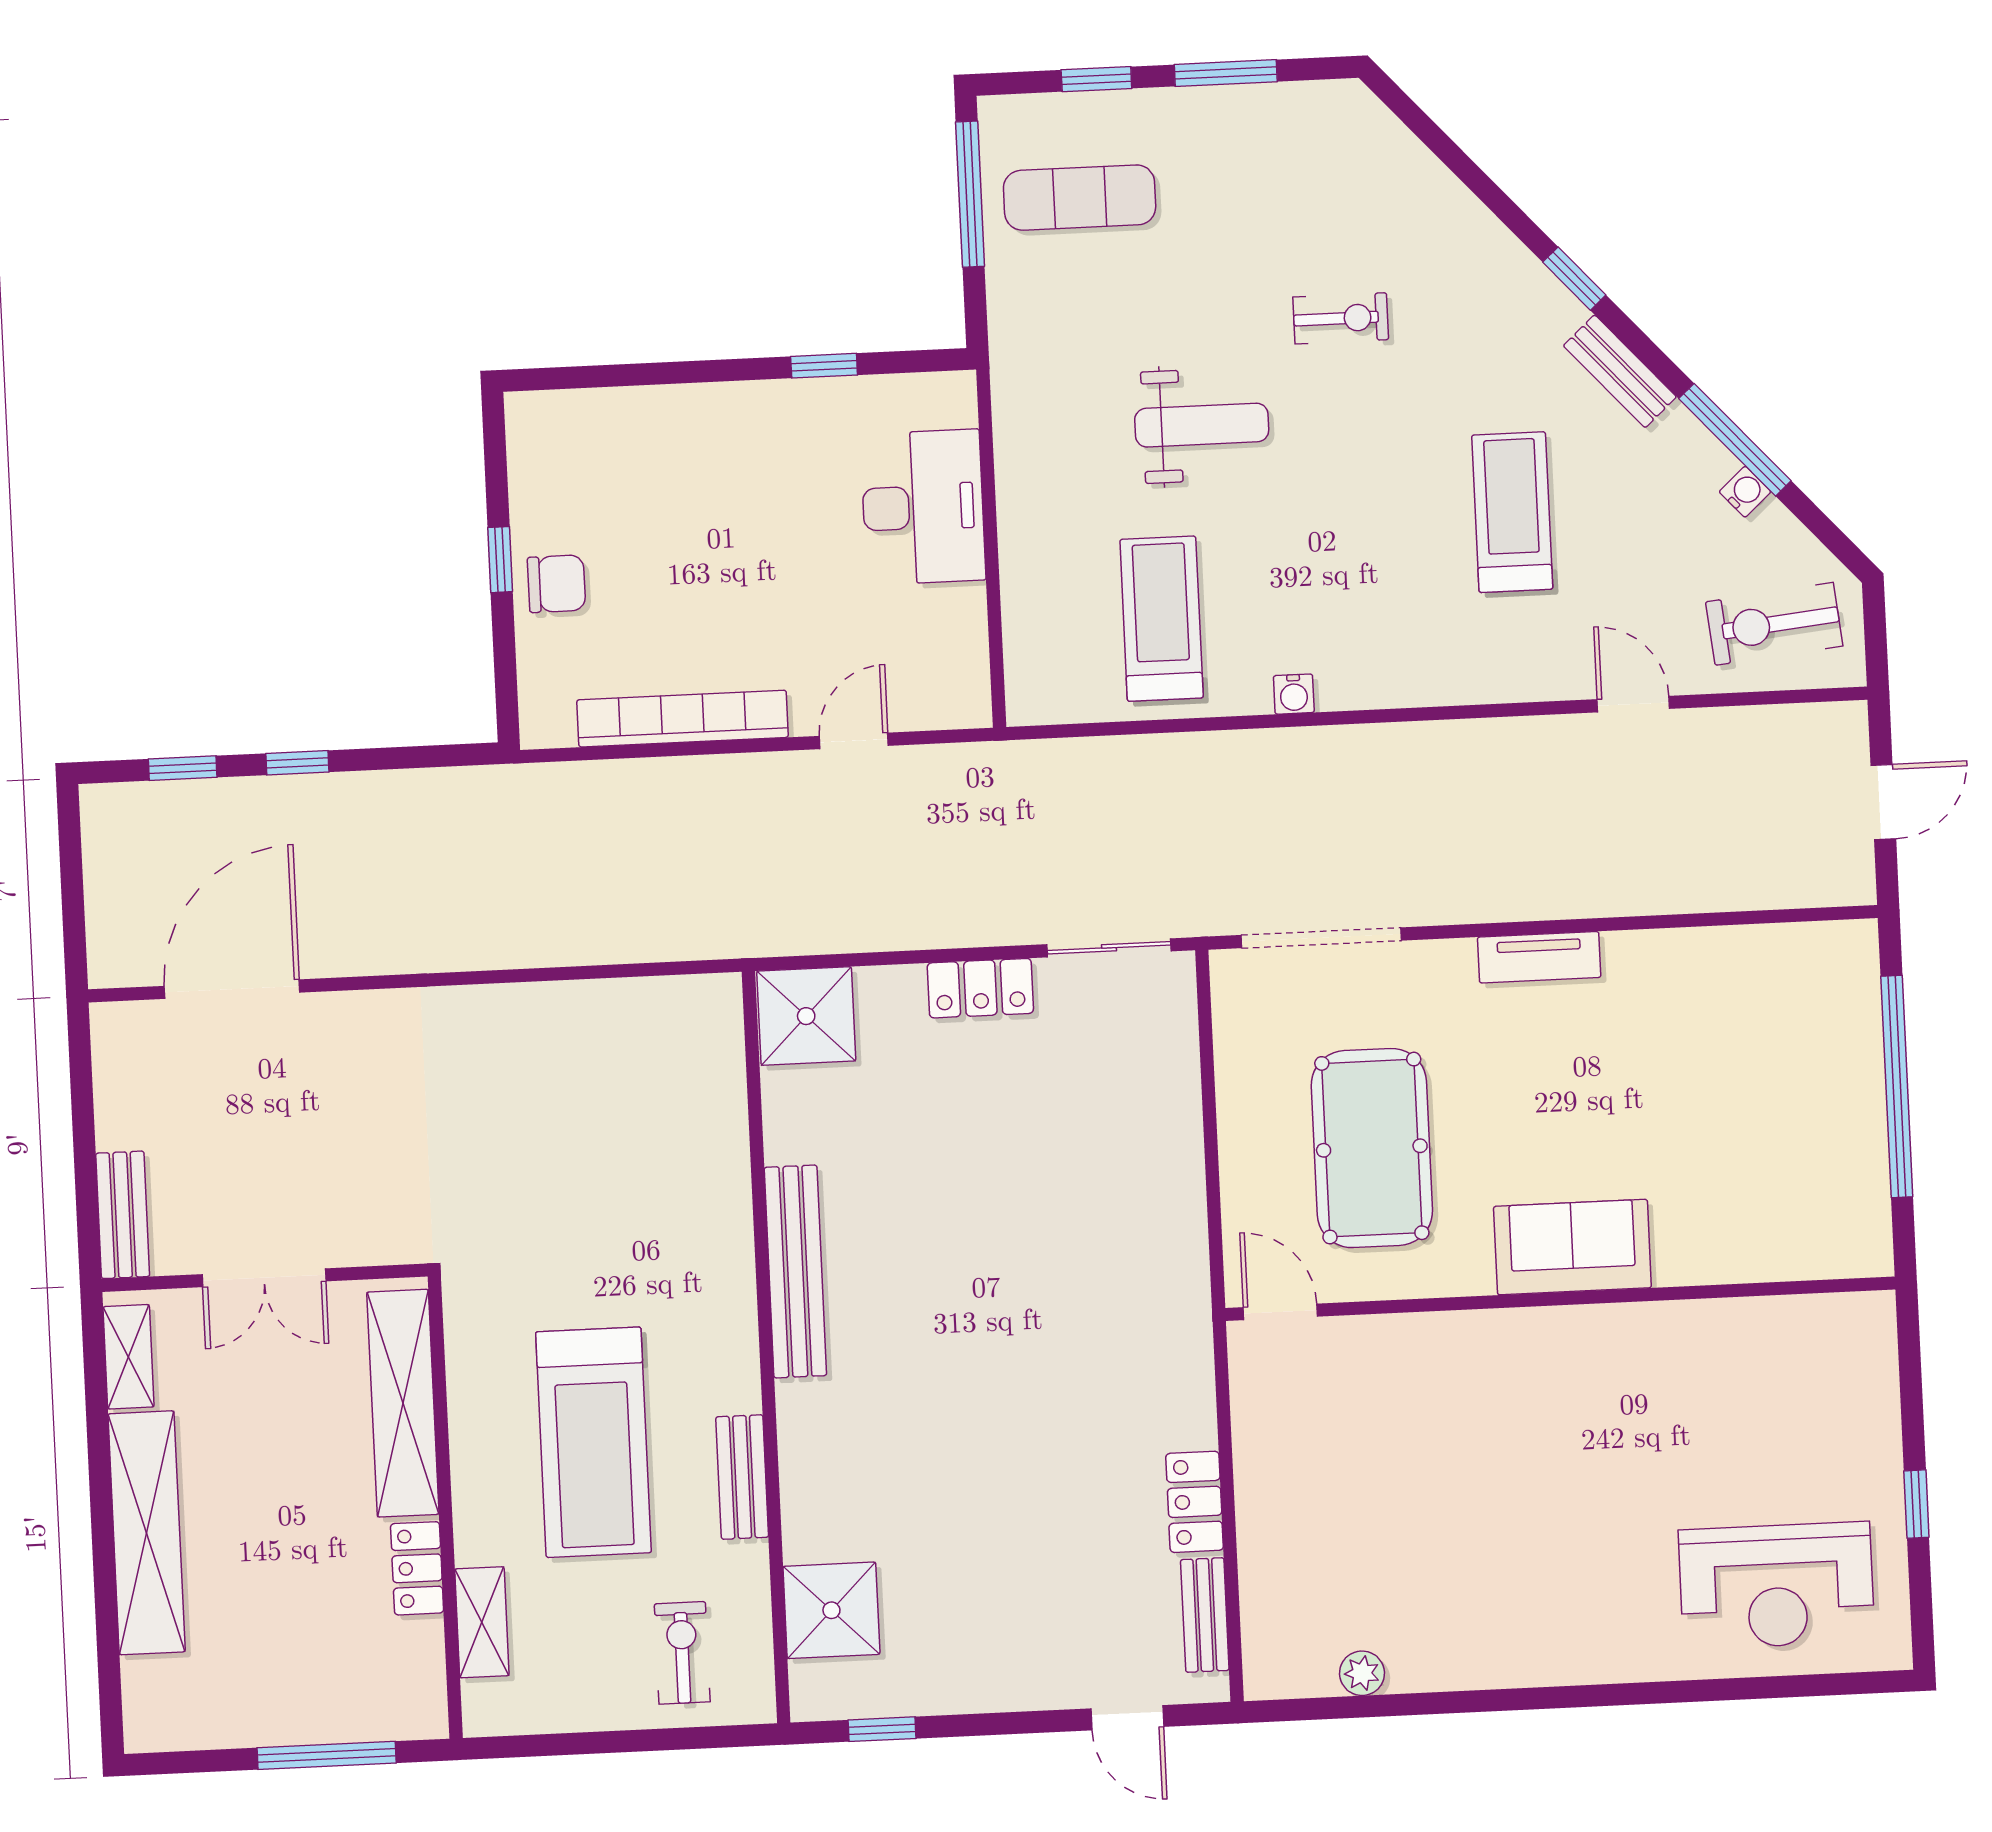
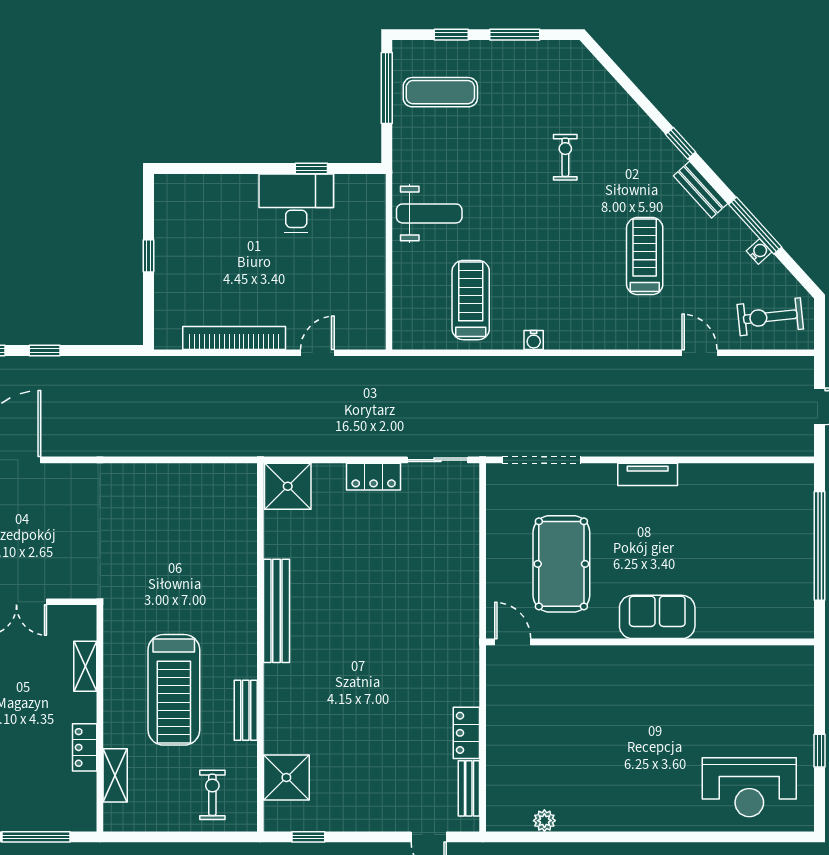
exercise bike: (1341, 318) -> (565, 157), turned -90
weight bench: (1202, 425) -> (429, 213), moved
desk: (923, 507) -> (296, 203), moved, turned -90
chair: (556, 584) -> (176, 269), removed
shelving: (403, 1403) -> (85, 666), width x0.45, depth x0.75

